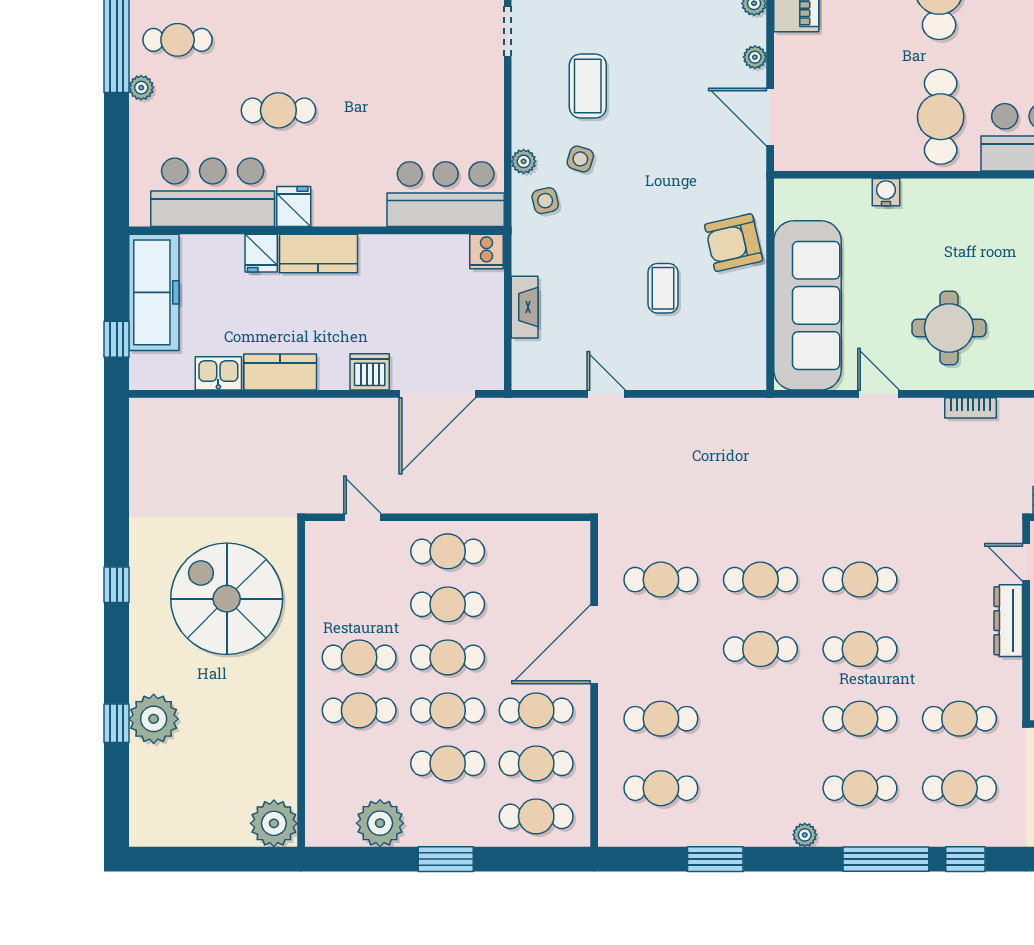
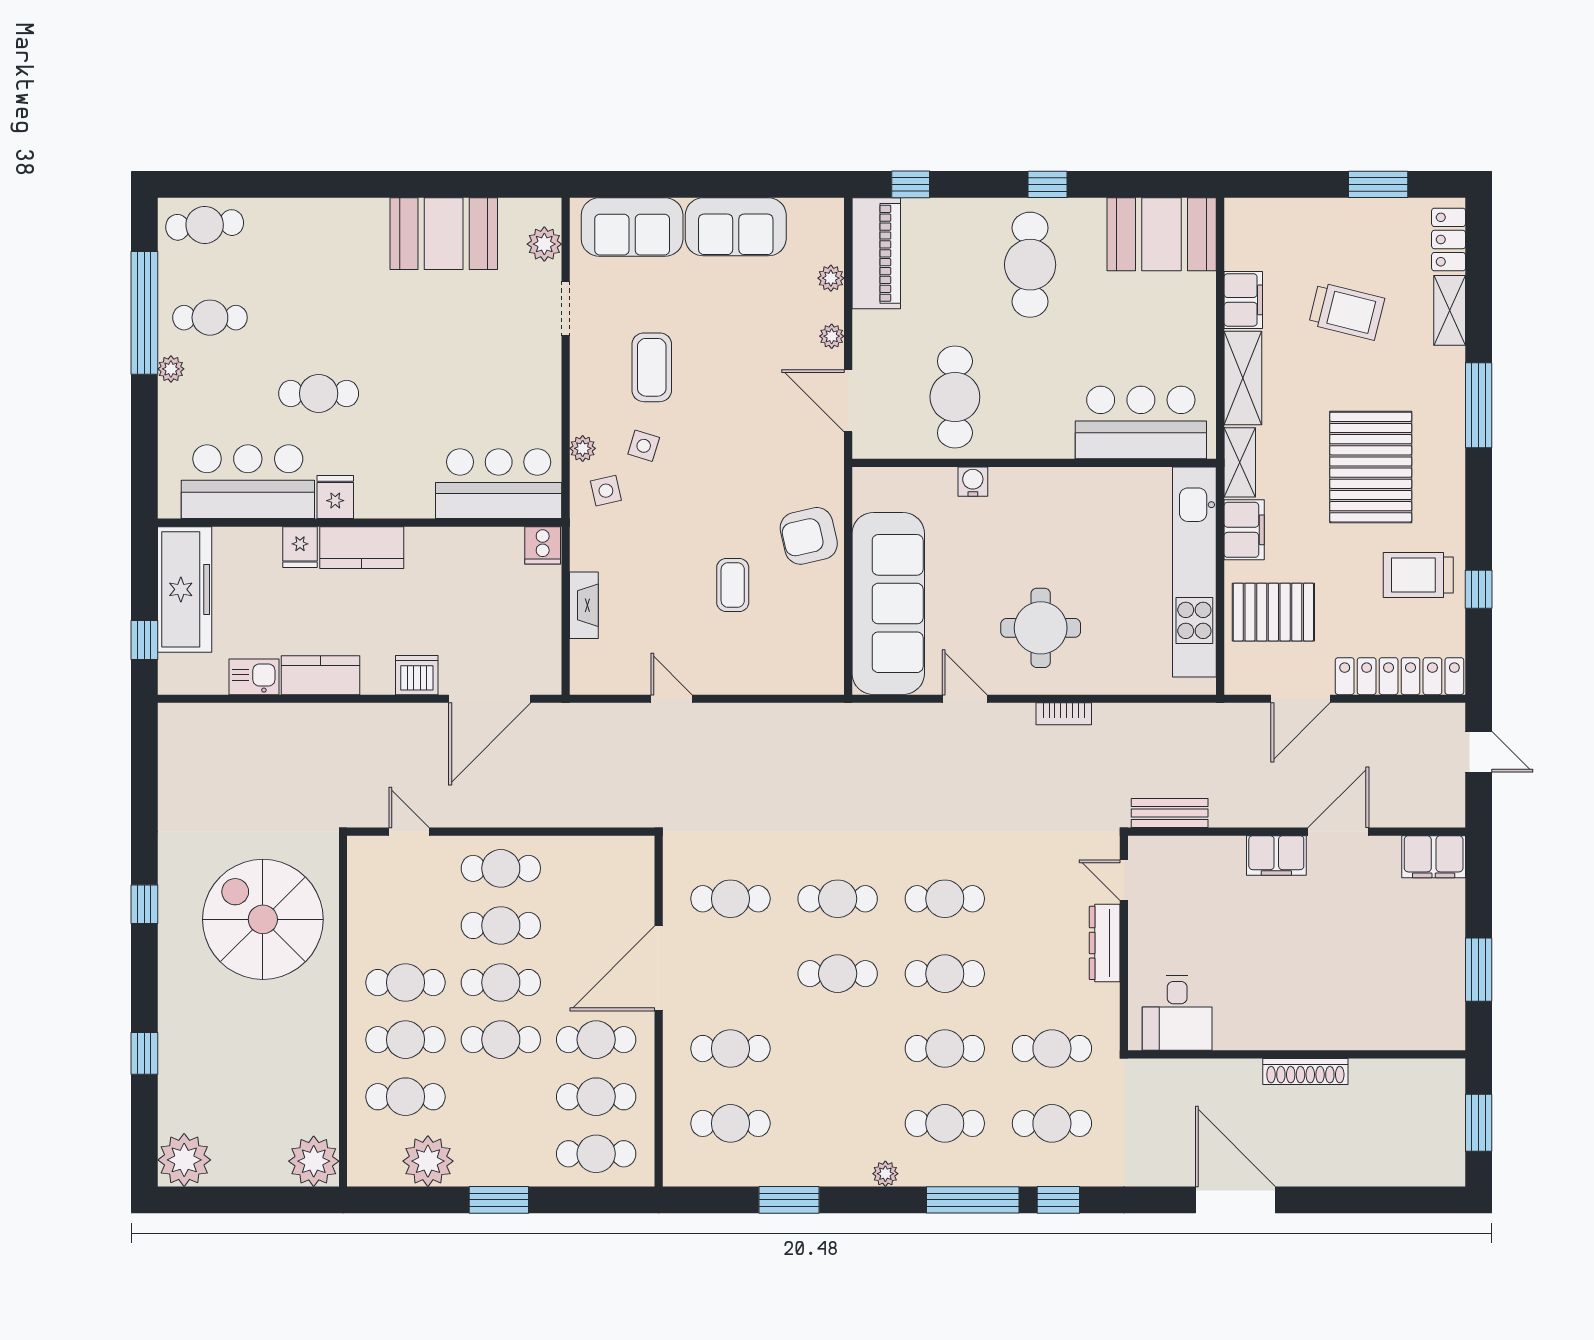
cafe table: (941, 117) -> (955, 397), moved
plant: (154, 719) -> (184, 1160), moved
cafe table: (448, 763) -> (405, 1097), moved

